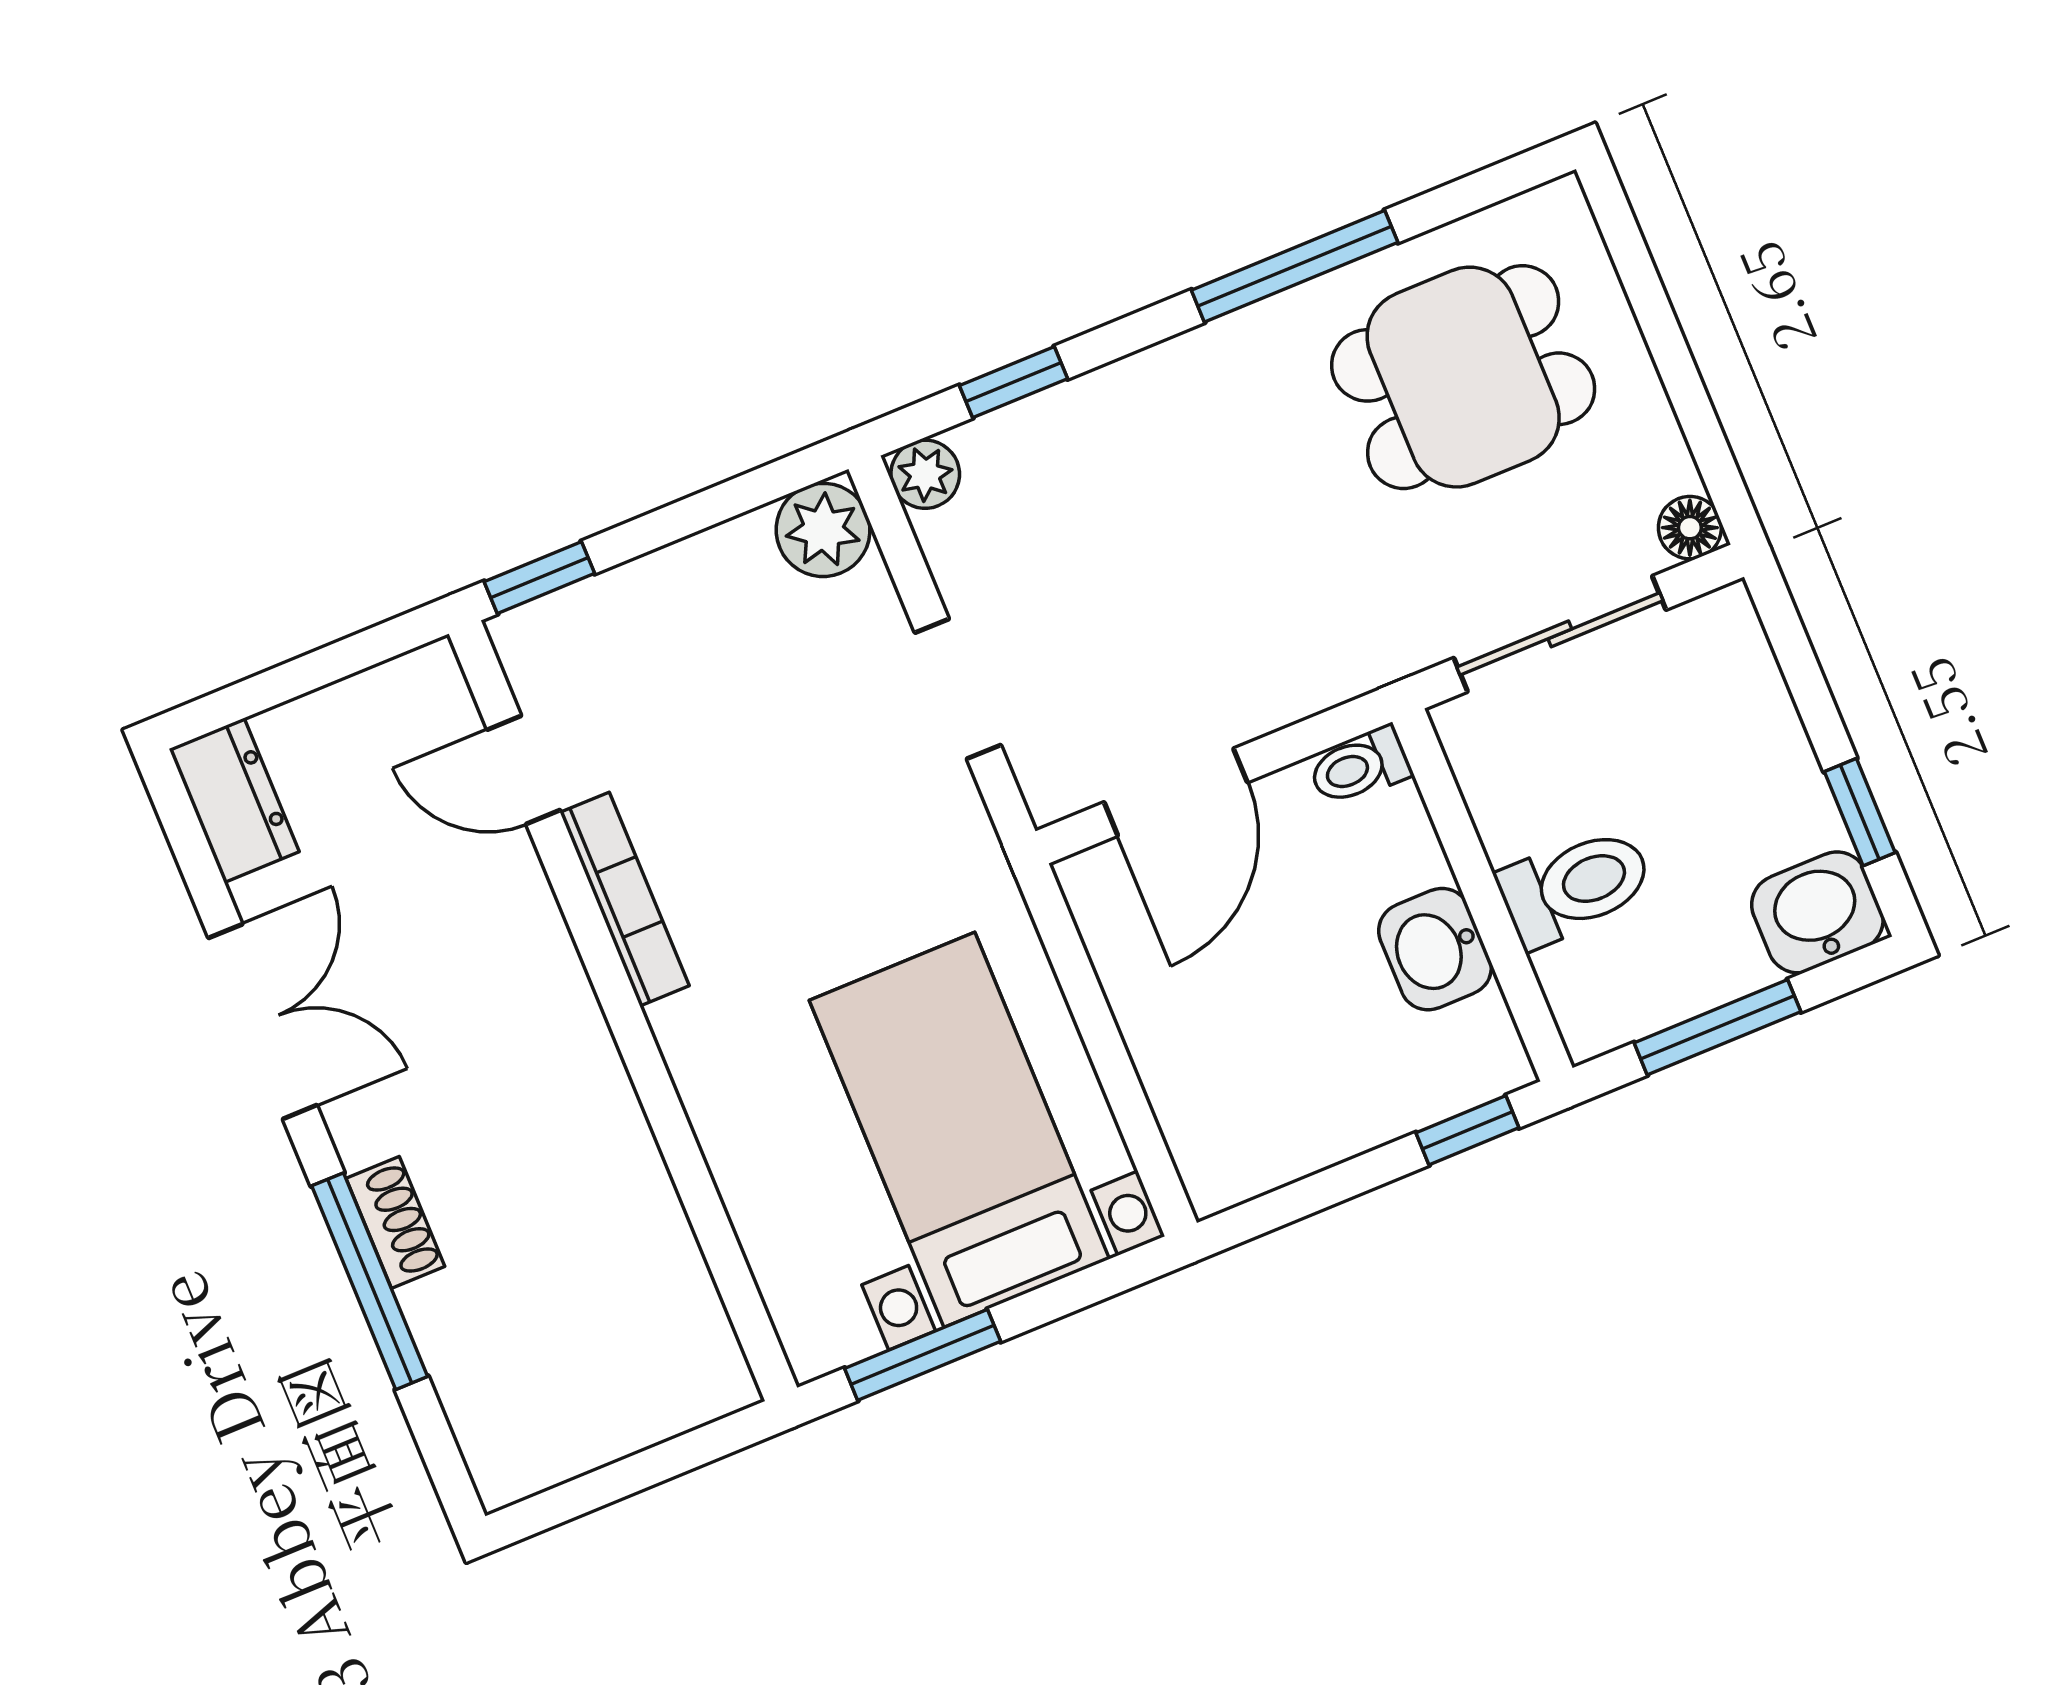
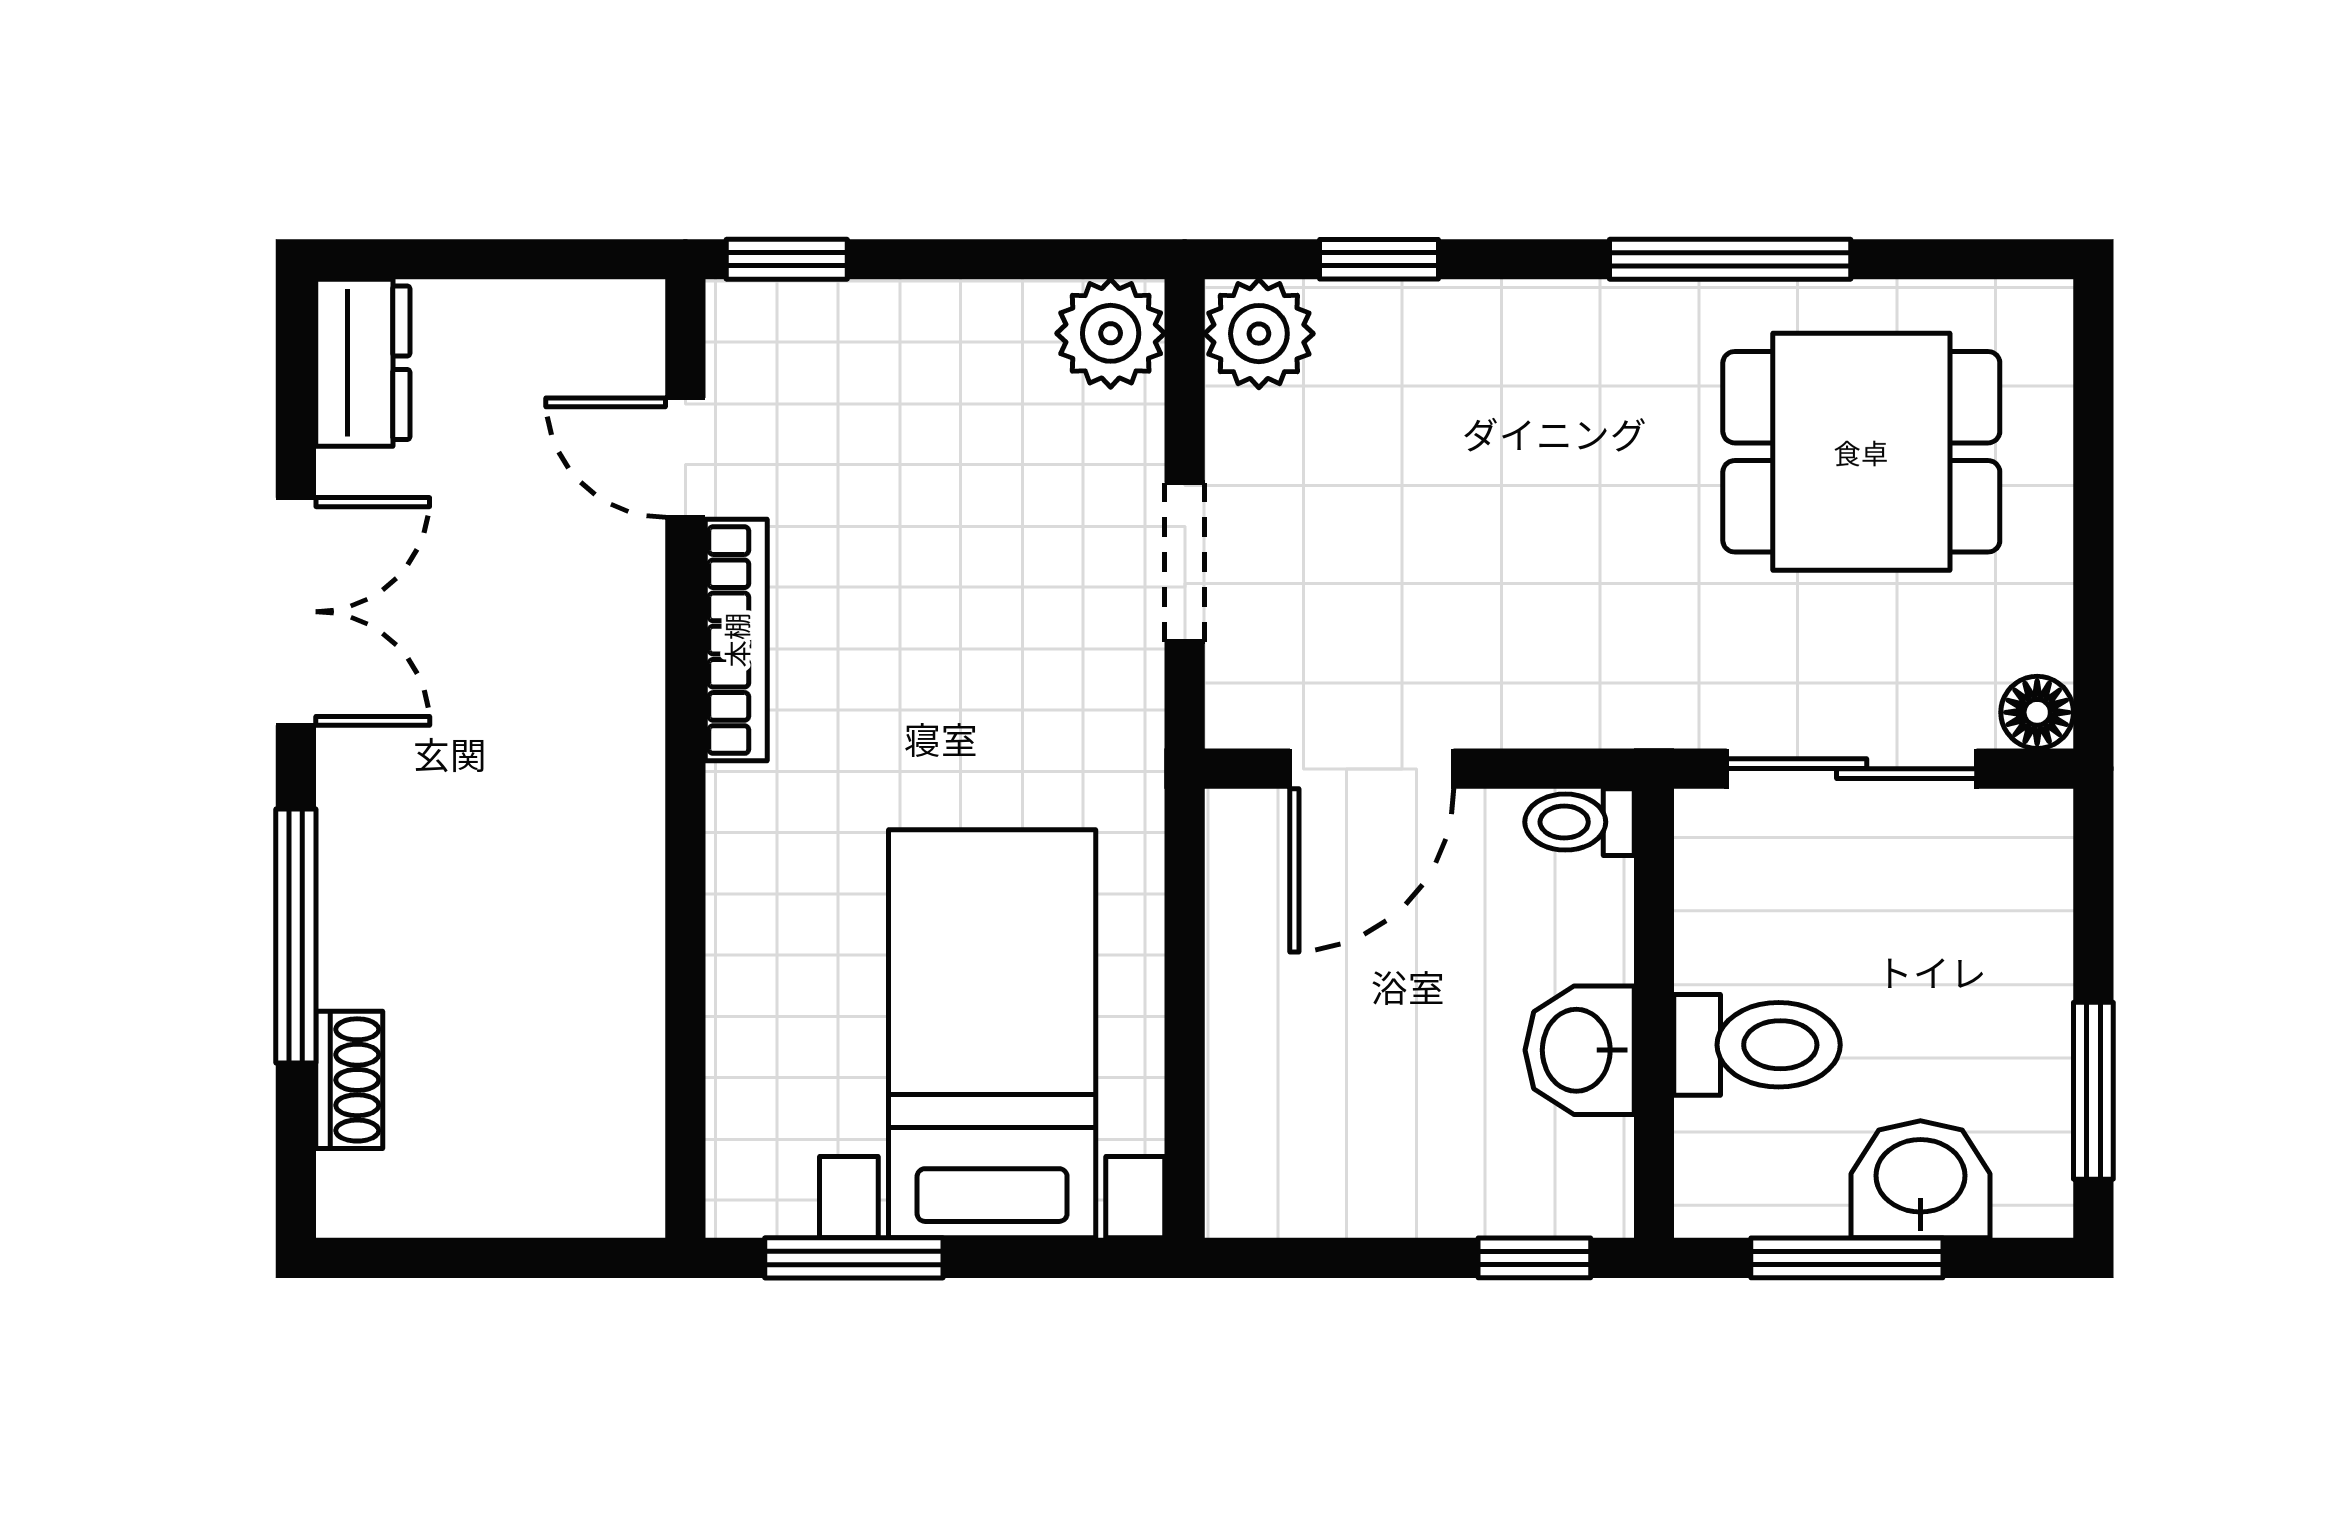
plant: (925, 474) -> (1259, 334), width x1.38, depth x1.38
window: (1860, 812) -> (2093, 1091), width x1.50
washbasin: (1817, 912) -> (1920, 1179), moved
shoe rack: (395, 1222) -> (349, 1080), moved

